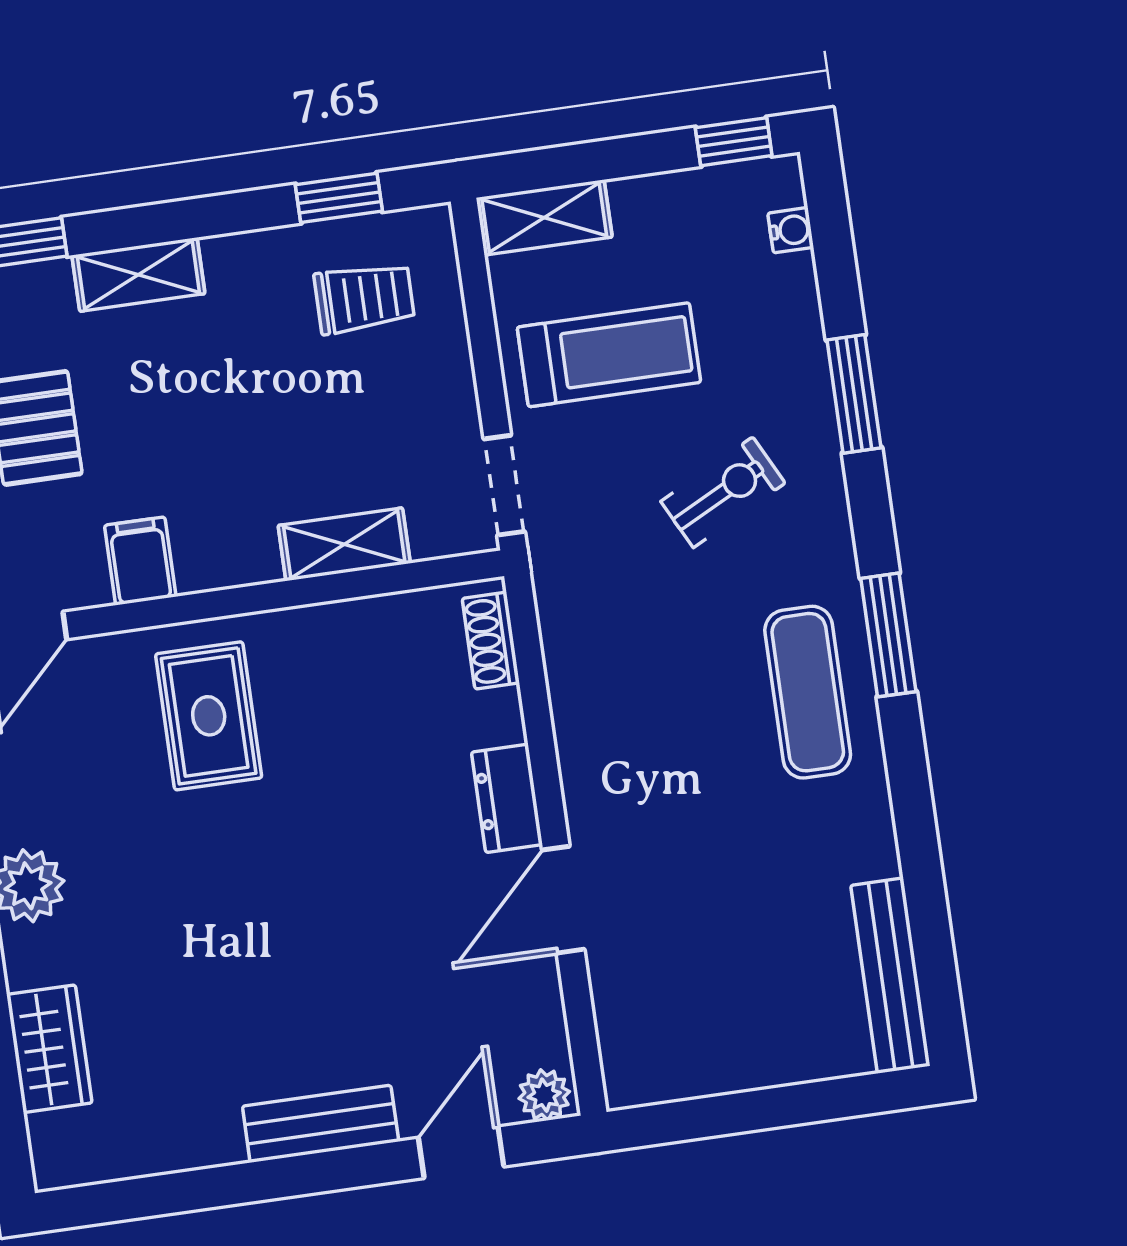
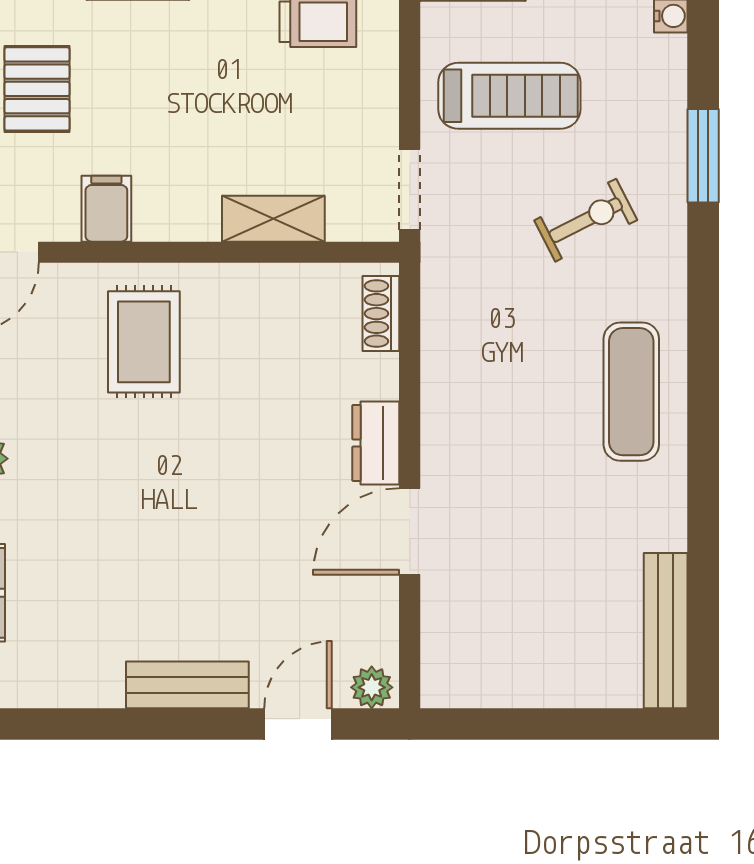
window: (888, 635) -> (703, 355), removed

